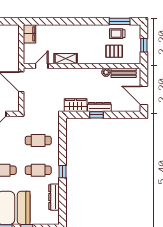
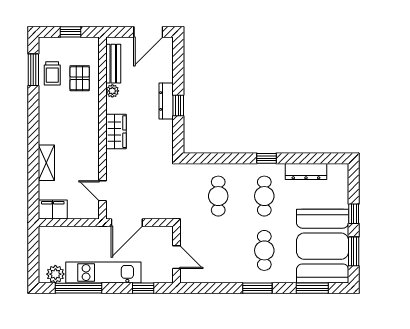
shelving: (66, 59) -> (46, 163), moved
wardrobe: (76, 105) -> (116, 132), moved, turned 180

